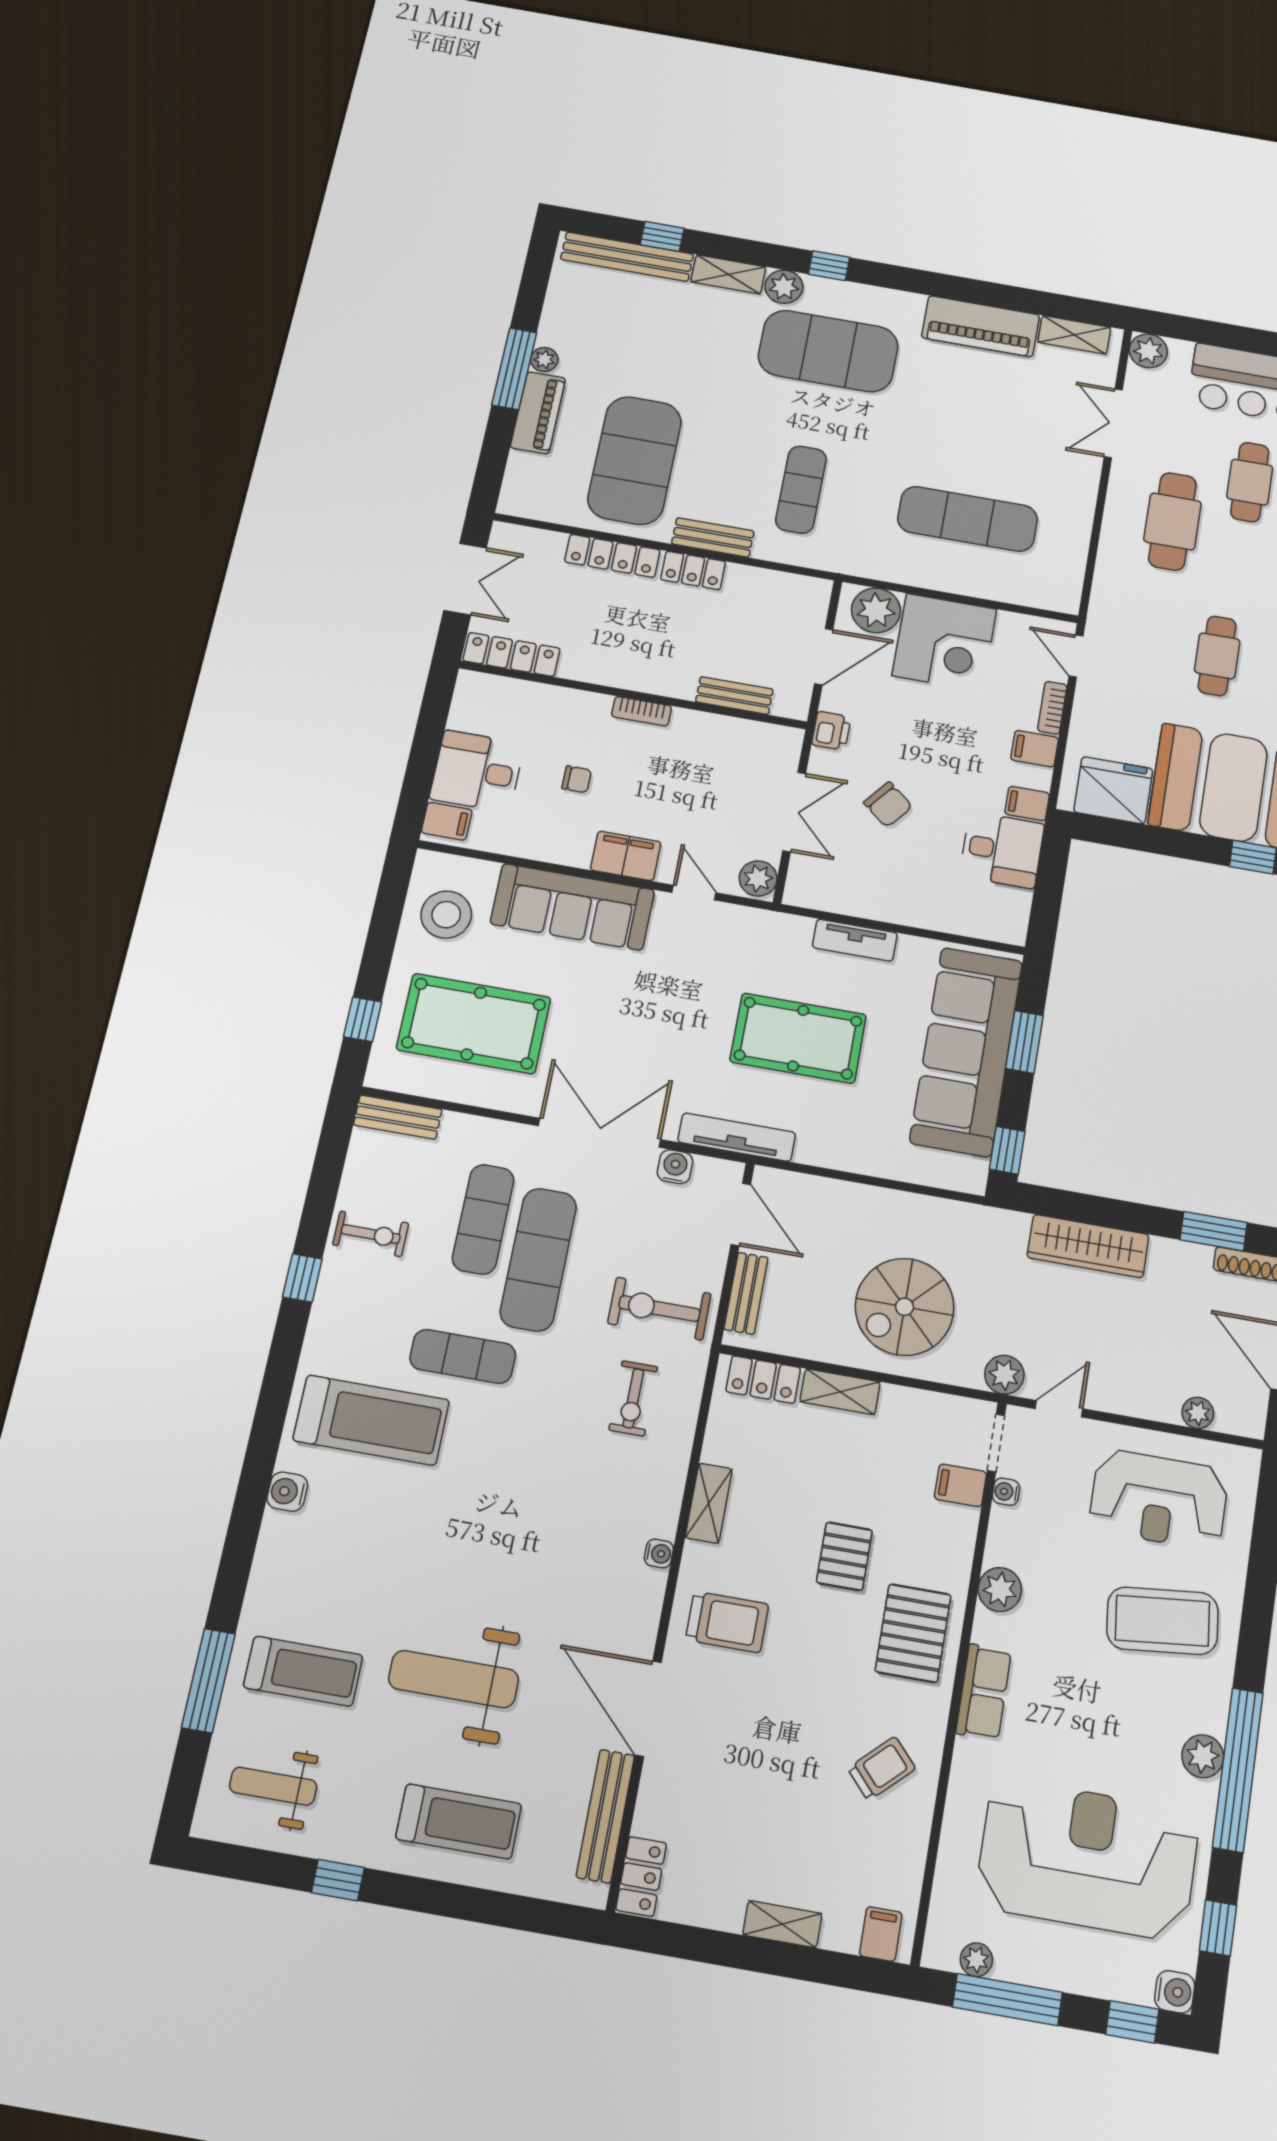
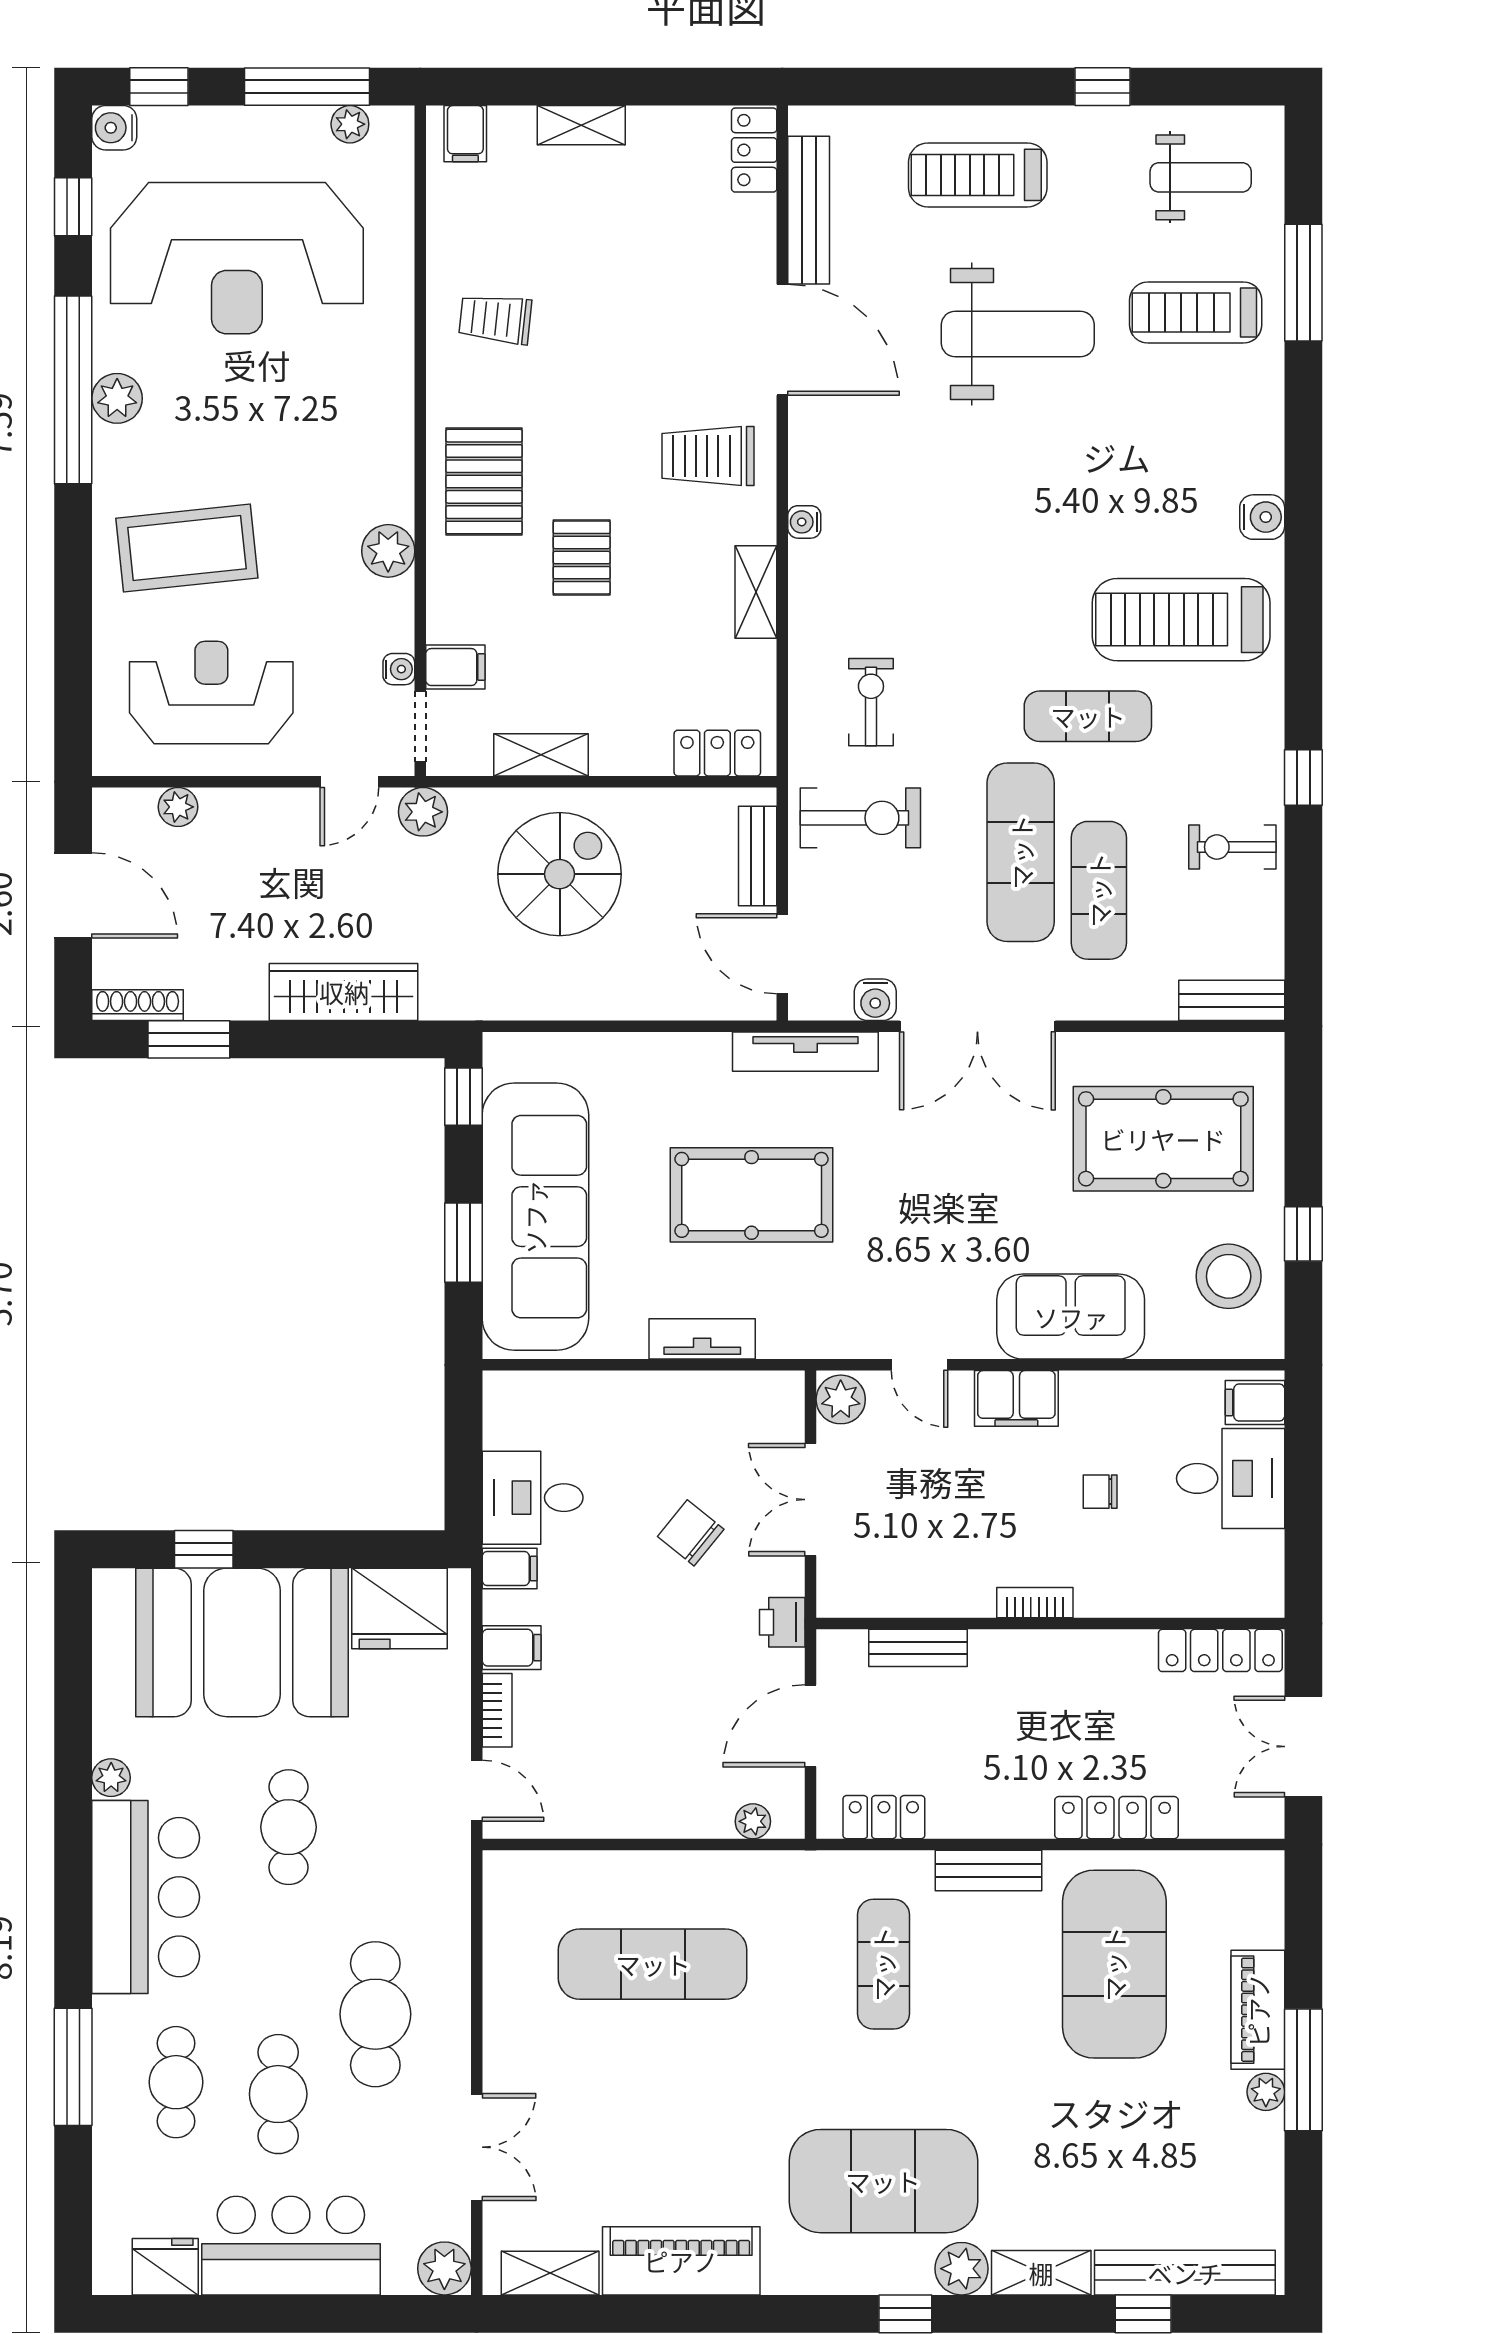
locker: (693, 570) -> (884, 1817), moved
plant: (876, 610) -> (753, 1821), width x0.53, depth x0.53
corner desk: (944, 642) -> (654, 1777), removed
sofa: (572, 907) -> (1071, 1317), width x0.73
window: (363, 1019) -> (1303, 1234), moved
shelving: (840, 1392) -> (541, 755), moved
row of seats: (984, 1692) -> (389, 428), removed
trolley: (882, 1768) -> (495, 319), turned 49

